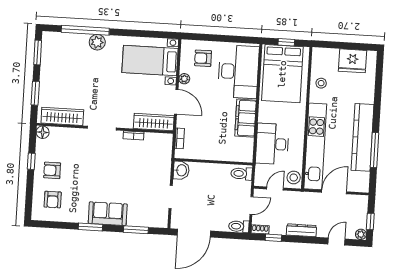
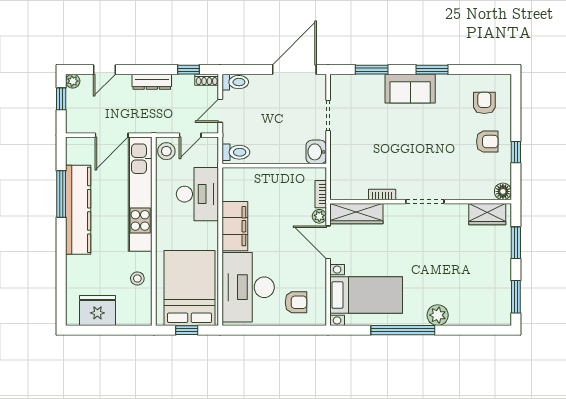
window: (85, 30) -> (403, 330), moved
plant: (184, 79) -> (319, 216), moved
wardrobe: (62, 116) -> (487, 214), width x0.67

